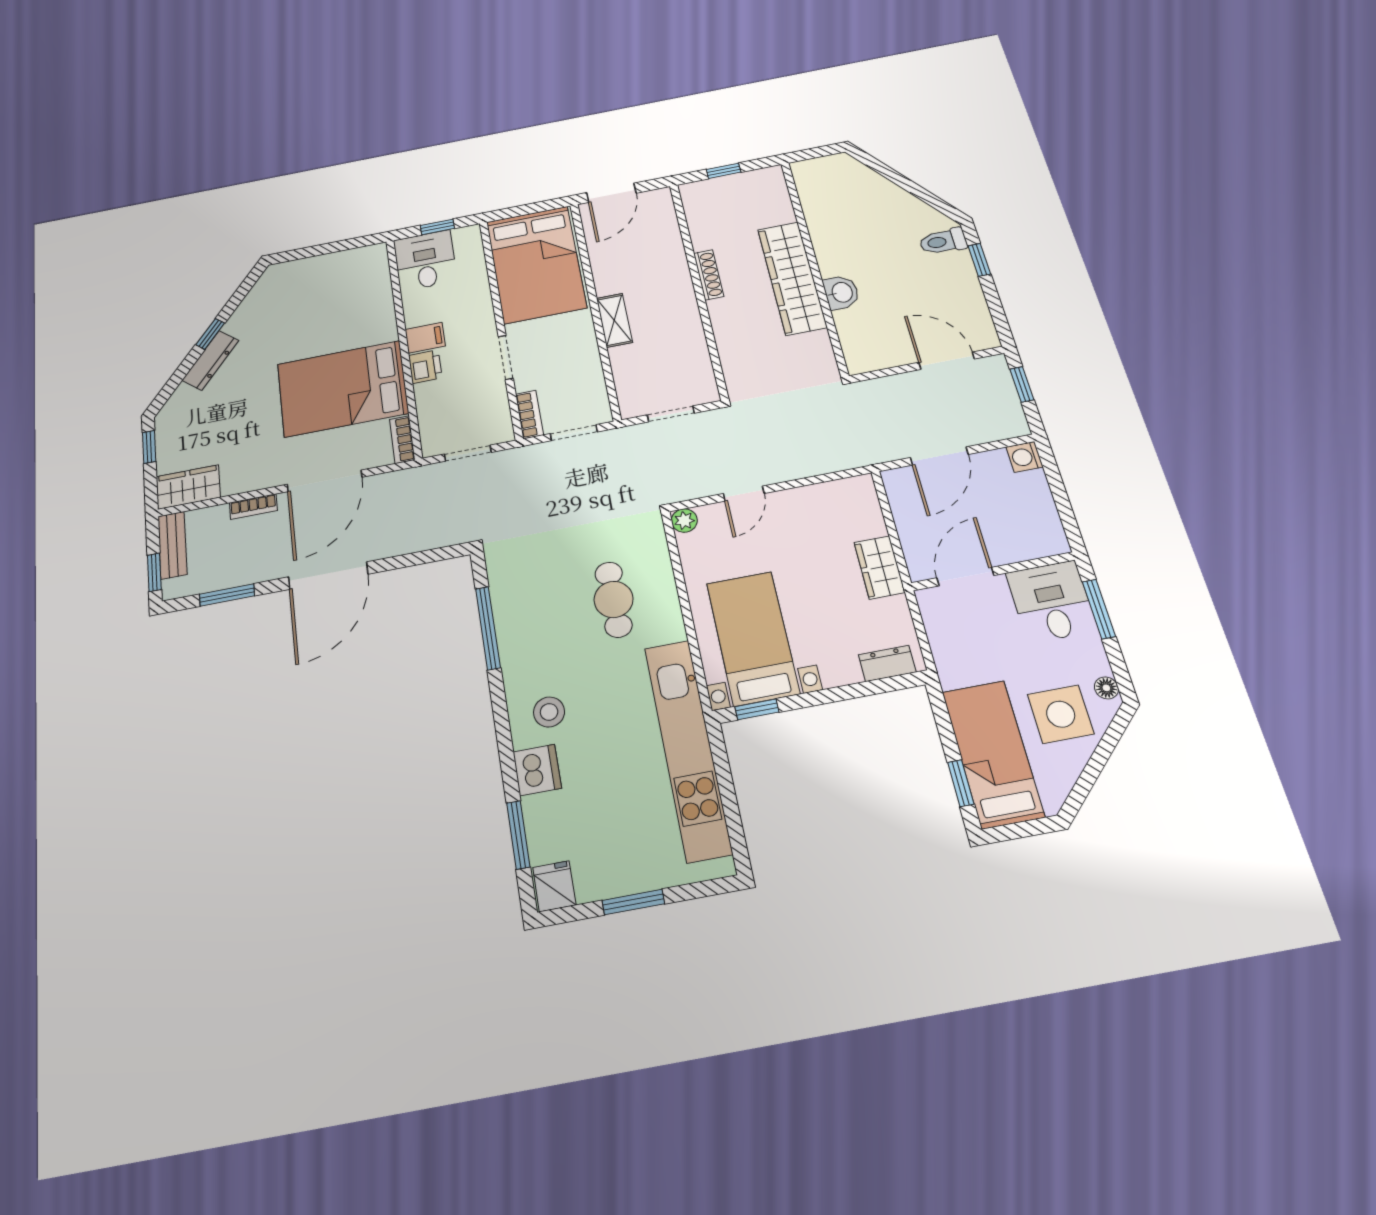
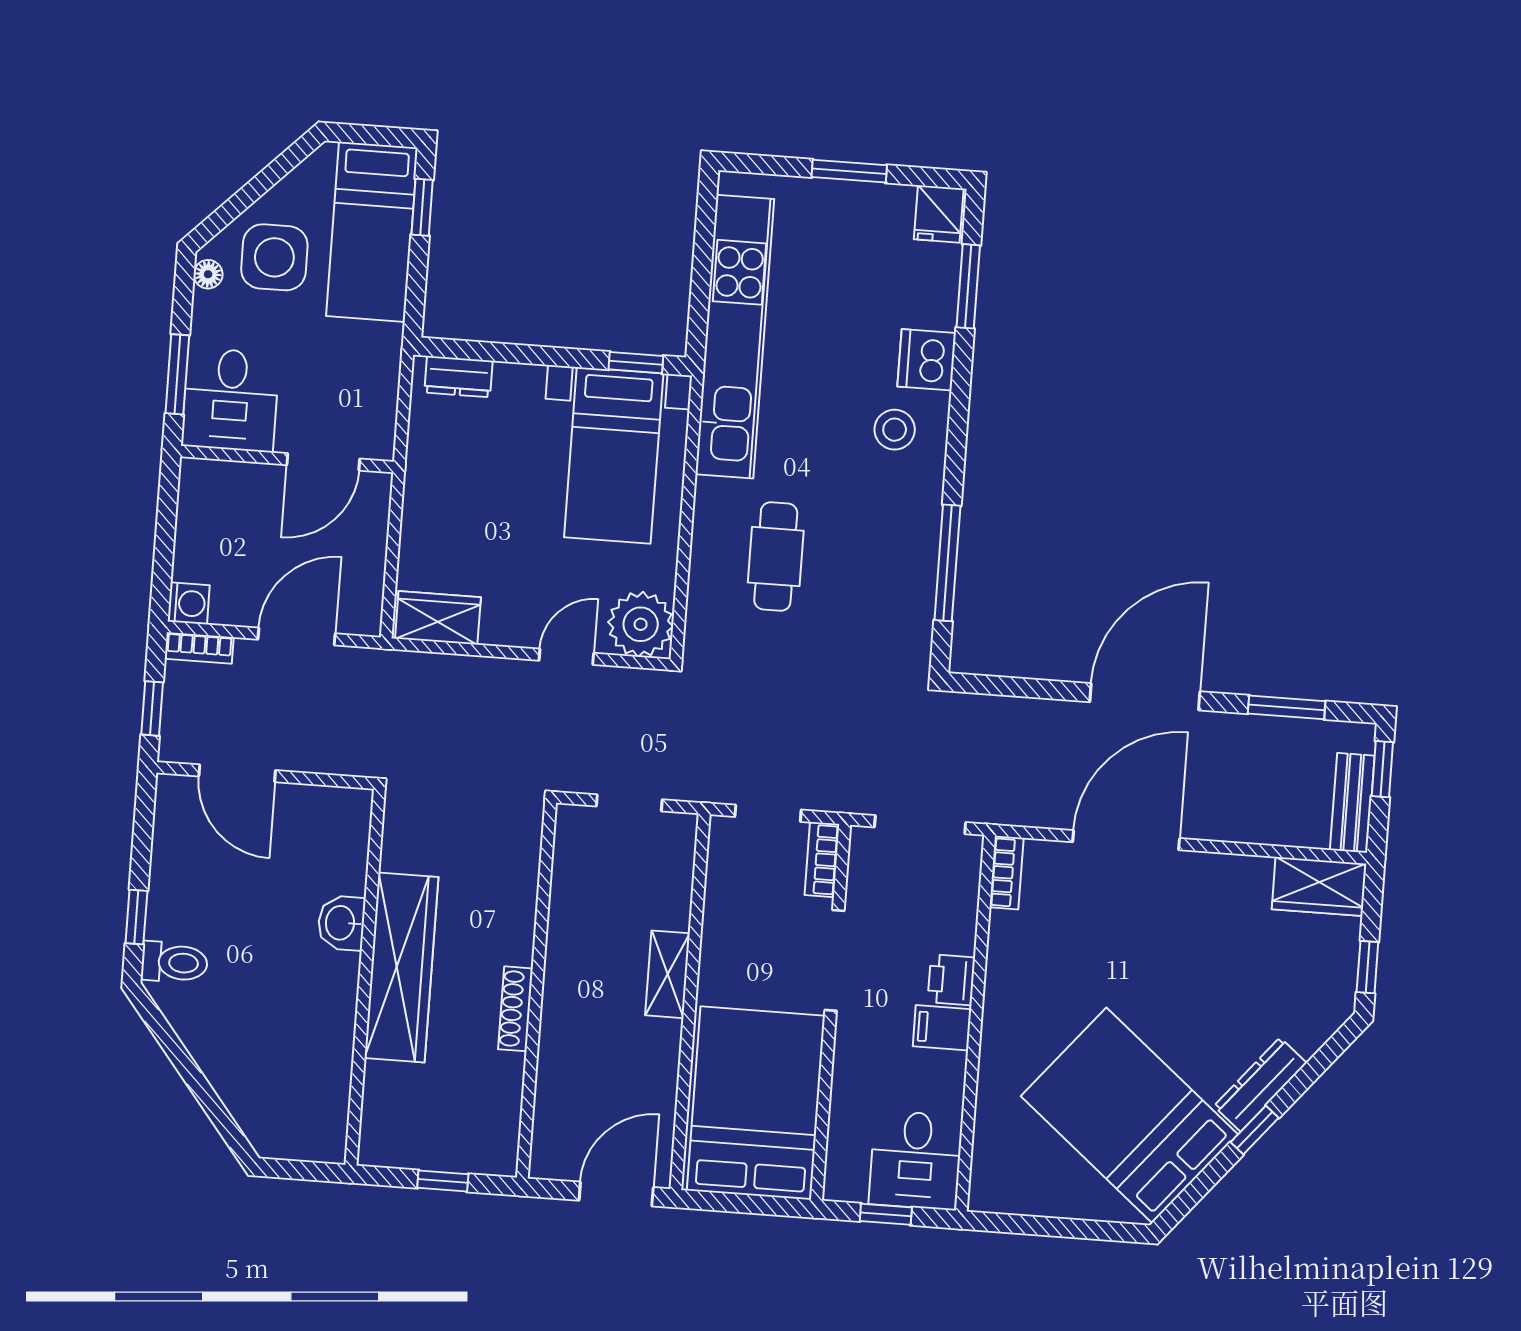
doorway: (506, 357) -> (834, 960), width x1.38
bed: (343, 389) -> (1129, 1115), moved, turned -140
doorway: (468, 453) -> (920, 825), width x1.38
bookcase: (253, 507) -> (199, 648), moved, turned 180
plant: (684, 520) -> (641, 624), width x1.88, depth x1.88
wardrobe: (880, 567) -> (438, 618), moved, turned -90

